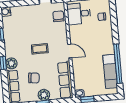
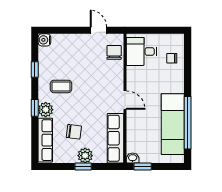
coffee table: (40, 49) -> (61, 86), moved
exam couch: (110, 71) -> (173, 124), width x1.36, depth x1.45

